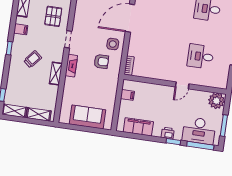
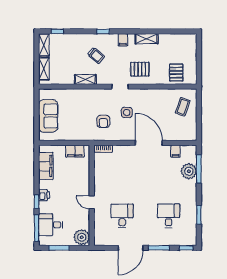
side table: (113, 44) -> (127, 112), moved
fireplace: (71, 66) -> (95, 93), removed
filing cabinet: (127, 95) -> (75, 151), width x2.00
desk: (199, 131) -> (51, 225), width x0.73

